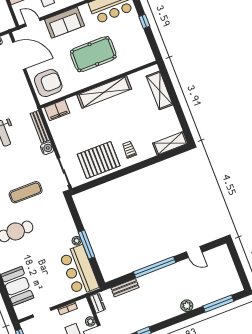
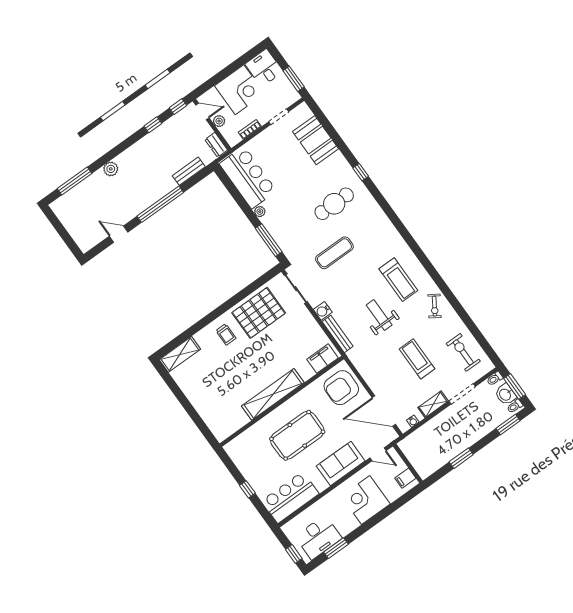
shelving: (160, 90) -> (209, 413), removed
window: (87, 245) -> (269, 240), moved

